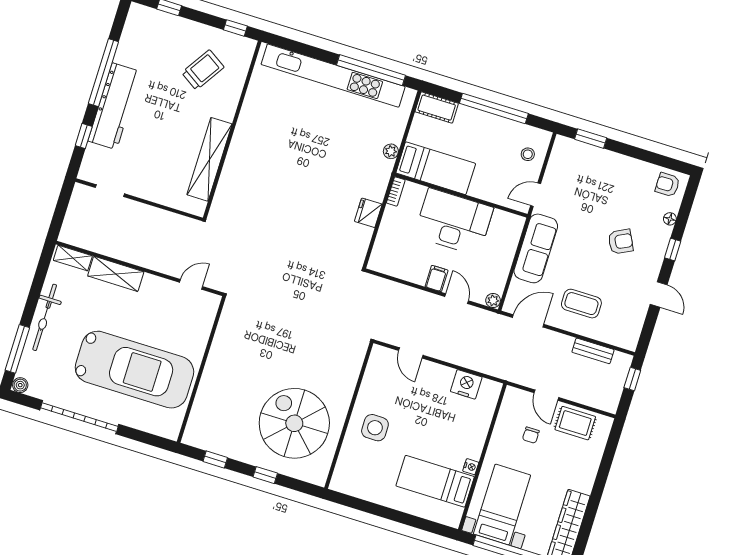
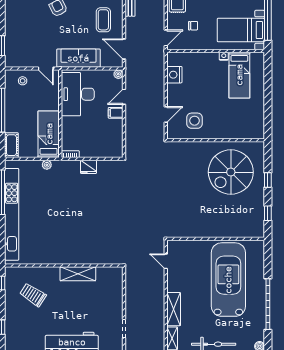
shelving: (209, 159) -> (78, 274), width x0.68
desk: (454, 222) -> (78, 94), moved
door: (546, 395) -> (166, 38), moved
side table: (375, 428) -> (195, 121), moved

